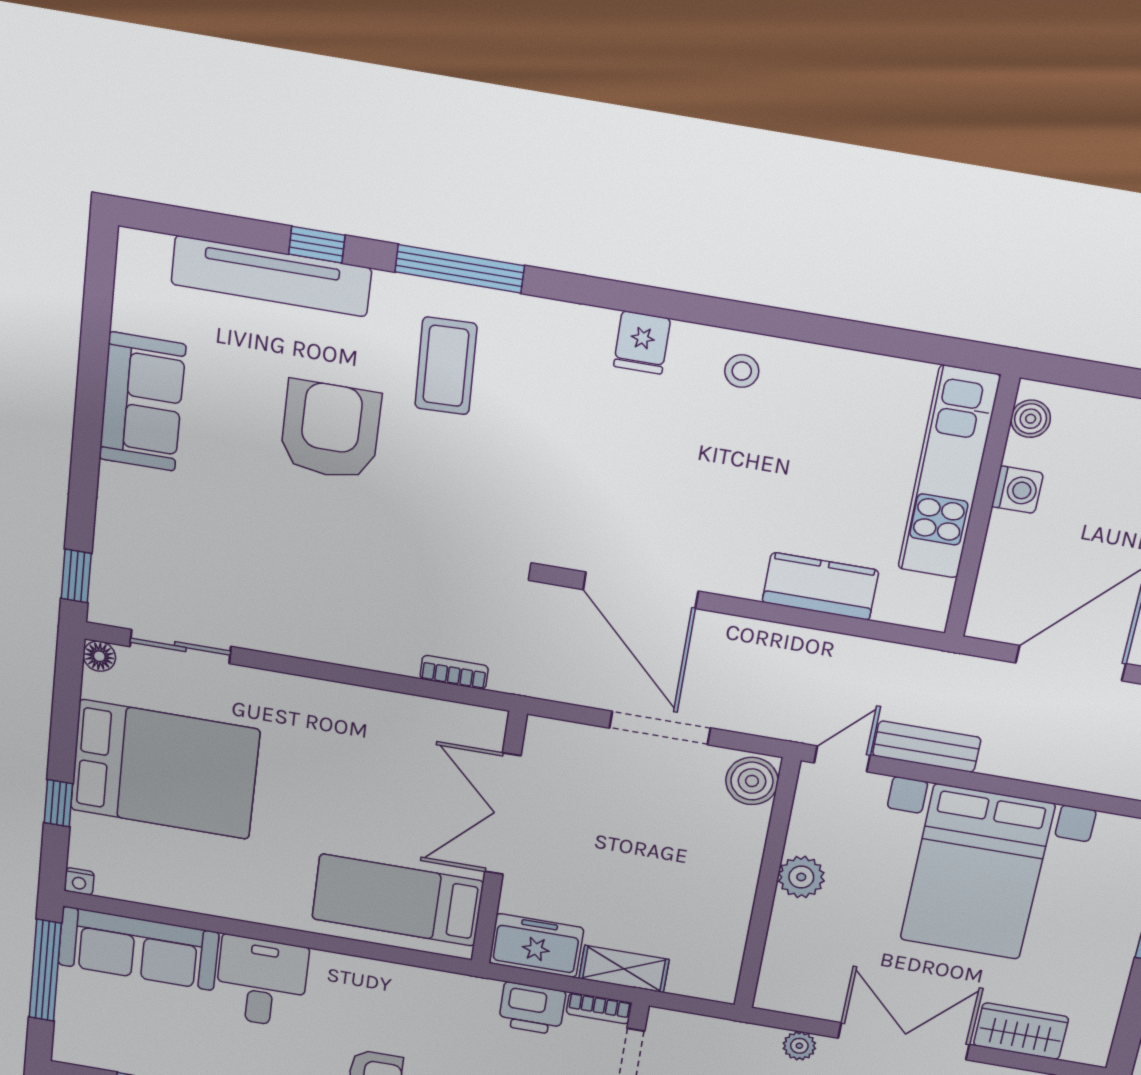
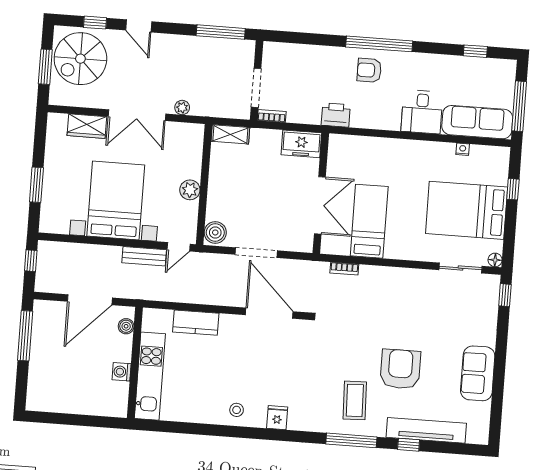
boiler: (1031, 419) -> (126, 326), moved
armchair: (330, 430) -> (400, 369), turned 180
nightstand: (79, 881) -> (463, 149), moved
bed: (398, 900) -> (369, 221), moved, turned -90
shelving: (624, 969) -> (230, 134), moved
printer: (532, 1008) -> (336, 115), moved

